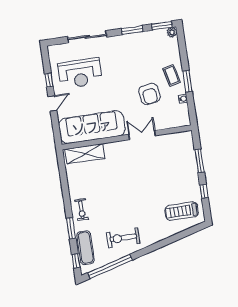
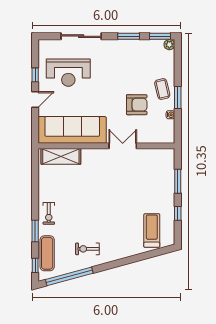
armchair: (149, 94) -> (137, 105), turned -82
treadmill: (182, 211) -> (152, 230), turned 90
exercise bike: (123, 238) -> (87, 249), width x0.73, depth x0.72

